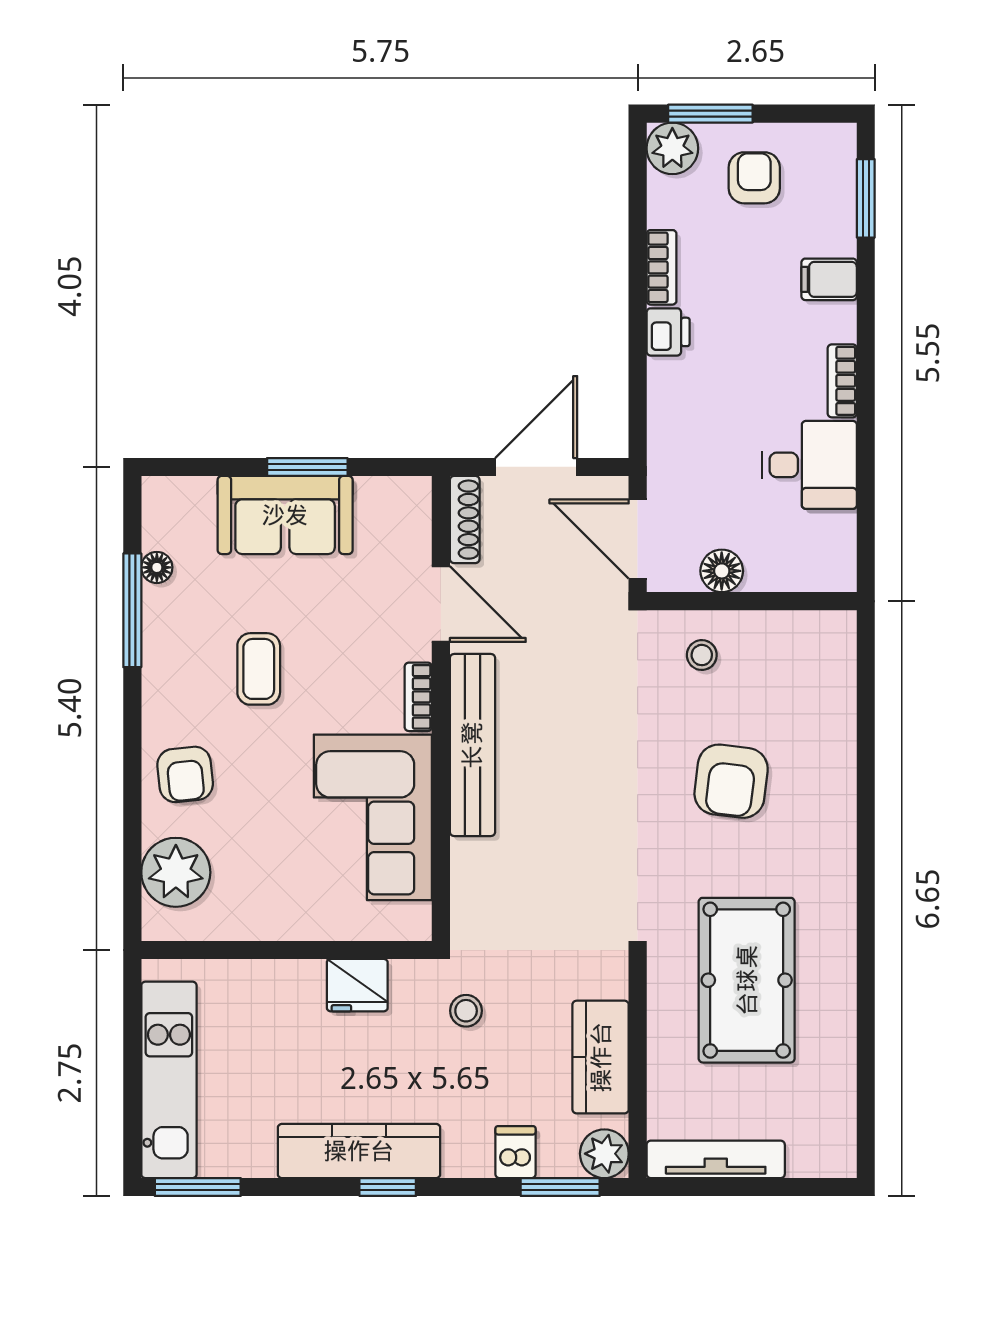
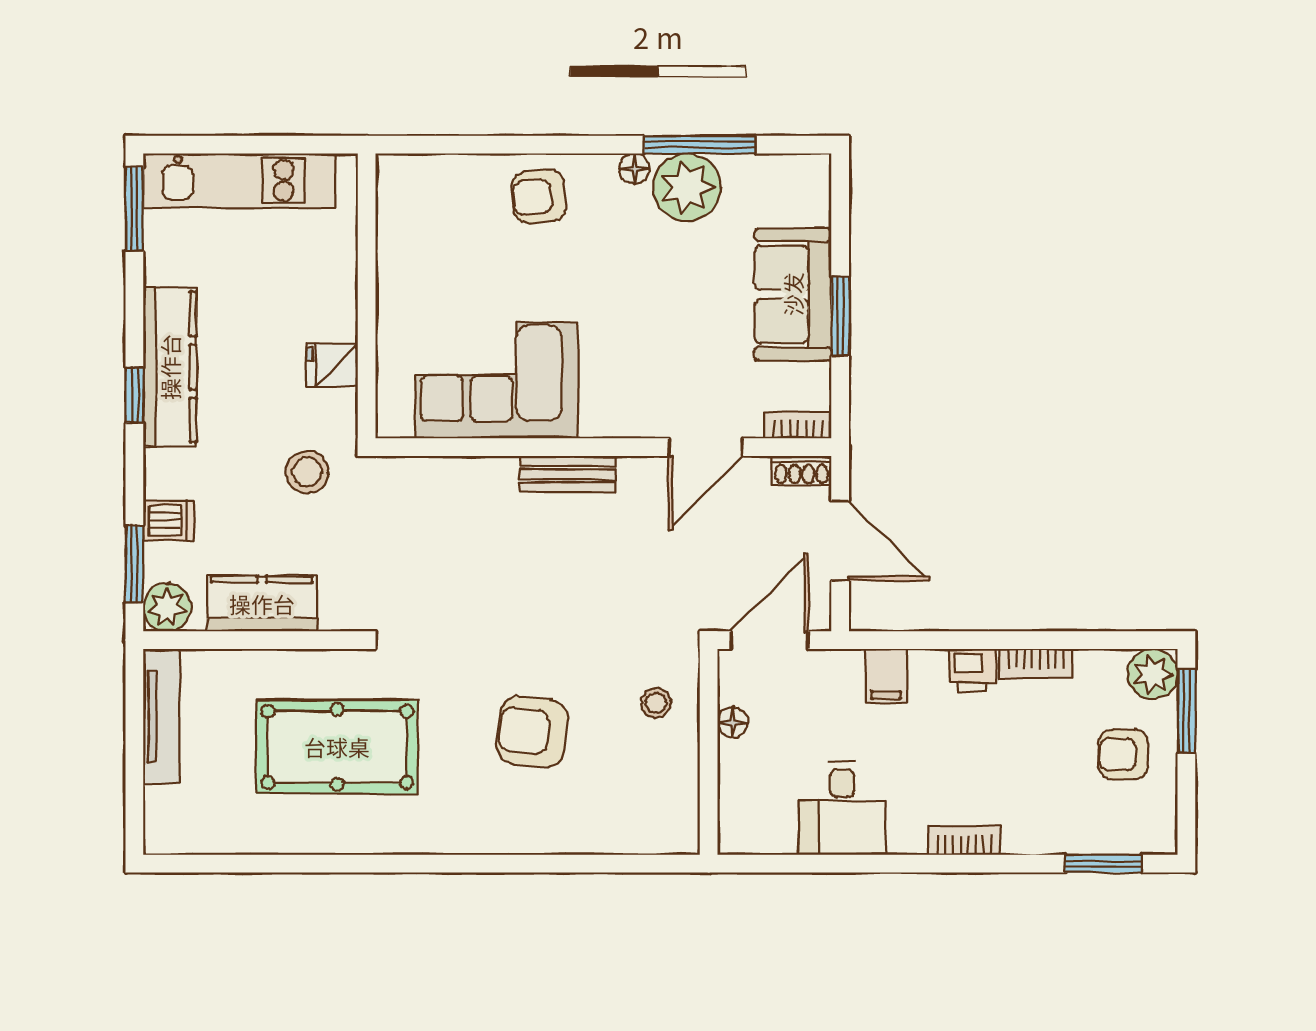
armchair: (754, 178) -> (1124, 754), turned 180
filing cabinet: (829, 279) -> (886, 676), moved, turned 180
bookcase: (842, 381) -> (964, 841), moved
shoe rack: (465, 520) -> (801, 470), width x0.70
floor lamp: (157, 567) -> (634, 169), moved
floor lamp: (722, 571) -> (733, 722), width x0.73, depth x0.73
coffee table: (259, 669) -> (642, 269), removed
bookcase: (418, 697) -> (798, 425), moved
bench: (472, 745) -> (568, 474), width x0.54, depth x0.82
plant: (176, 872) -> (687, 187), moved
fridge: (357, 985) -> (332, 365), width x0.72
stool: (466, 1011) -> (307, 472), width x1.37, depth x1.37

